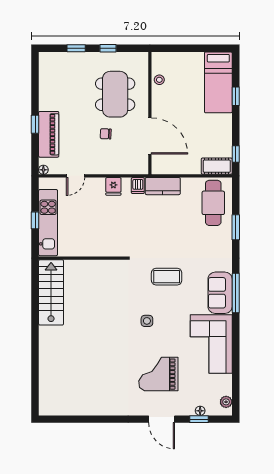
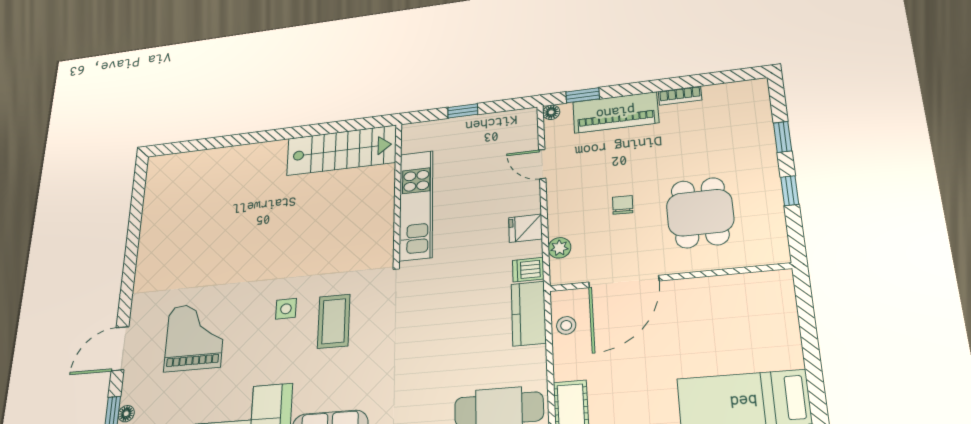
stool: (159, 80) -> (566, 325), moved
dining table: (115, 94) -> (700, 213), width x0.73
bookcase: (43, 99) -> (680, 96), added
window: (35, 124) -> (583, 95), moved
plant: (127, 168) -> (559, 248), added
kitchen unit: (48, 223) -> (416, 205), moved, turned -90
coffee table: (167, 277) -> (334, 321), moved

